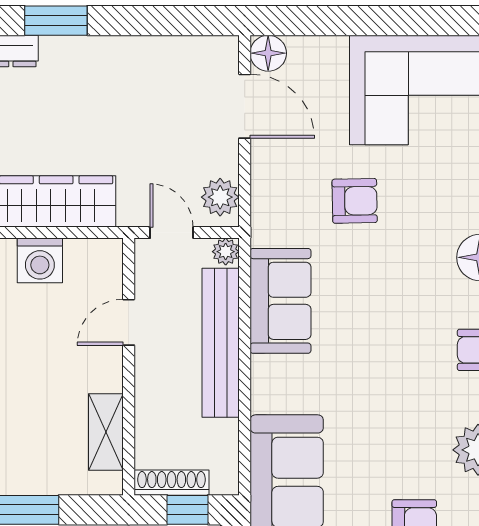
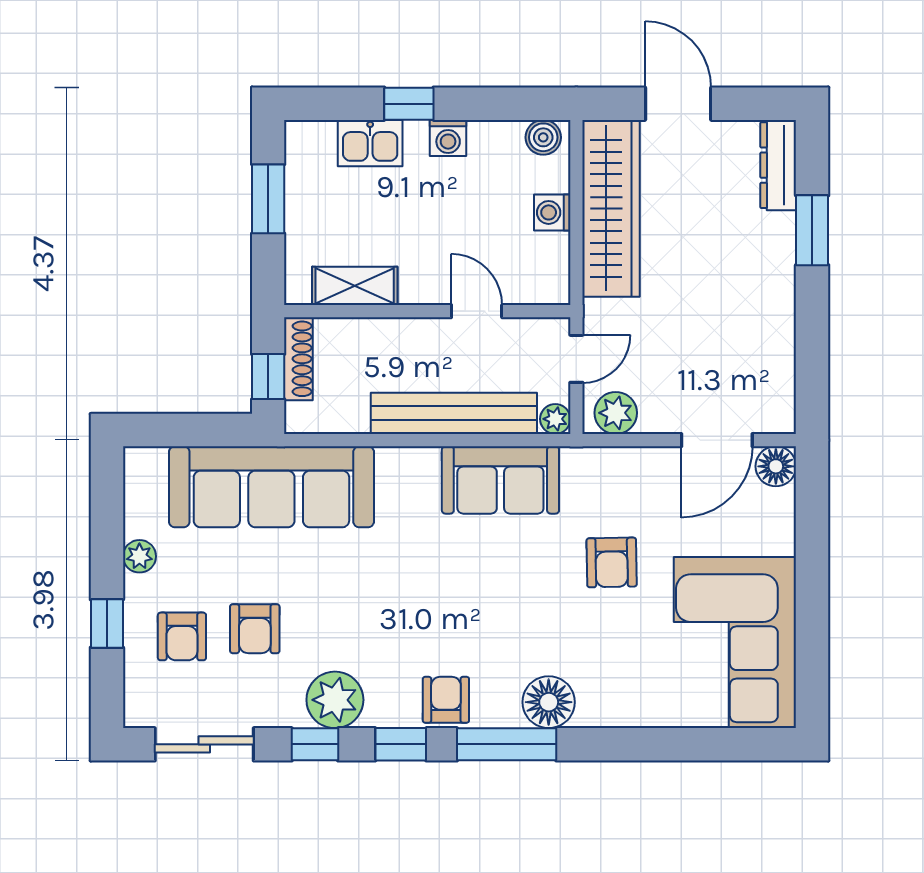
washing machine: (40, 260) -> (552, 212), width x0.73, depth x0.73

